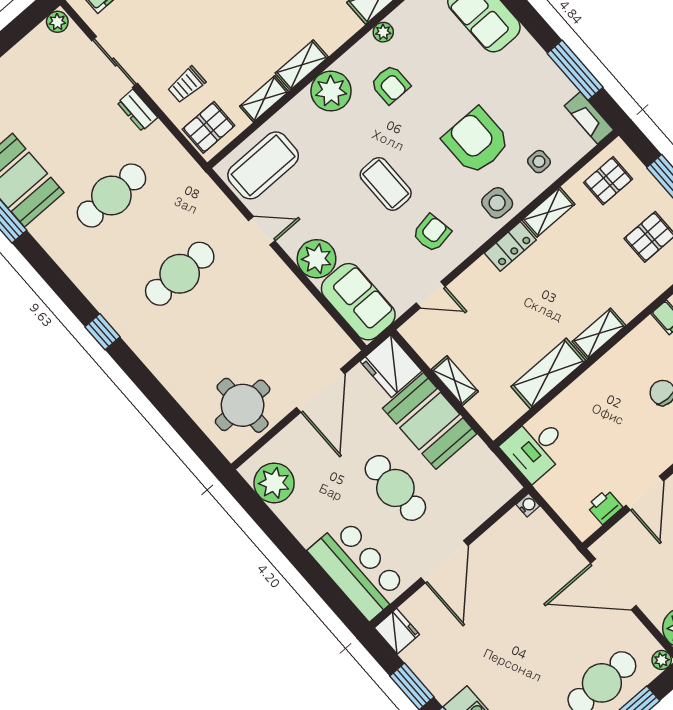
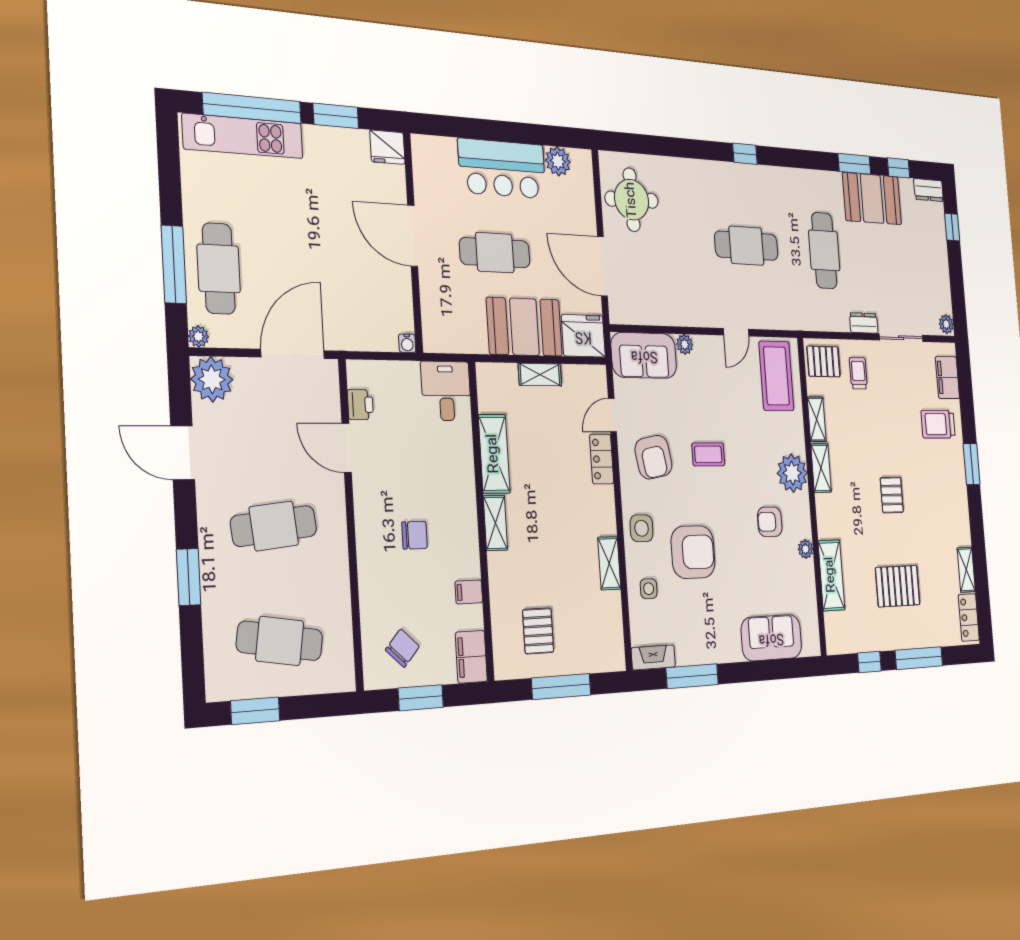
pallet: (209, 127) -> (824, 362), turned 90
pallet: (608, 181) -> (600, 633), removed
coffee table: (386, 184) -> (708, 454), width x0.73, depth x0.77
armchair: (432, 233) -> (653, 457), width x1.38, depth x1.38
locker: (510, 246) -> (602, 459), moved
plant: (317, 259) -> (685, 344), width x0.53, depth x0.53
cafe table: (180, 274) -> (746, 246), turned 90
plant: (274, 483) -> (558, 161), width x0.73, depth x0.73
bar counter: (358, 569) -> (502, 169), moved

